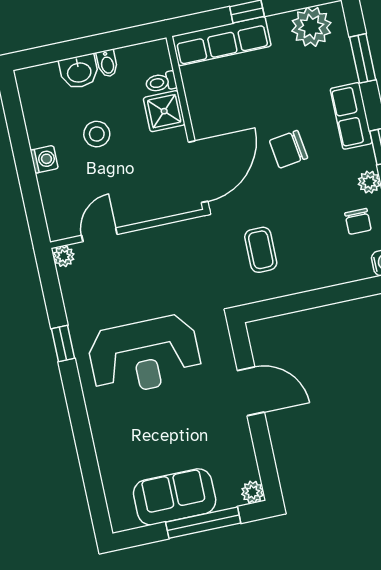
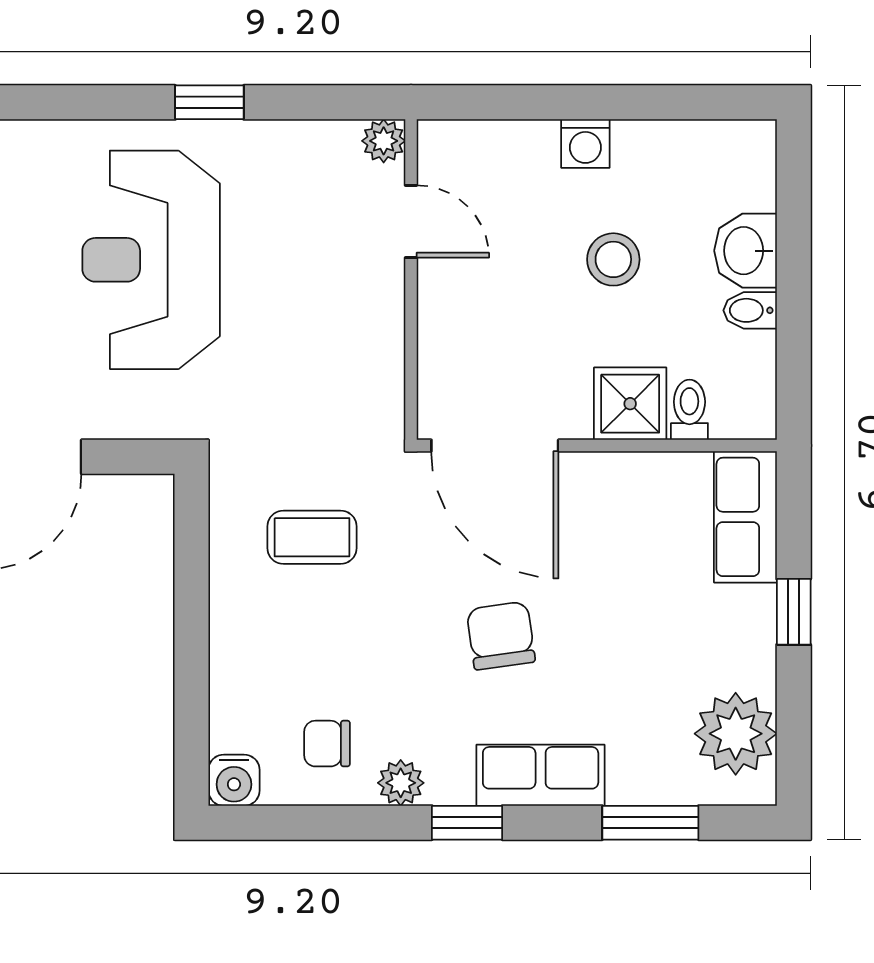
row of seats: (222, 41) -> (745, 517), width x0.68

